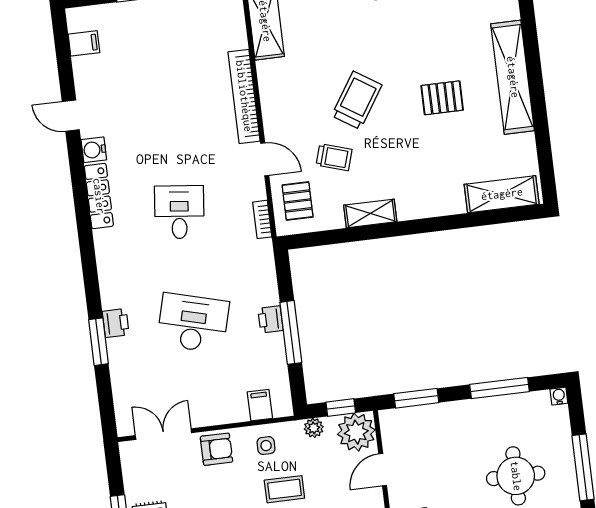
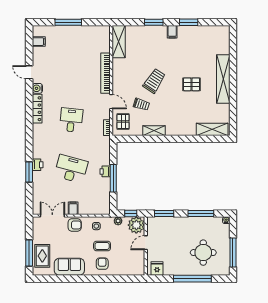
filing cabinet: (260, 405) -> (73, 208), moved

